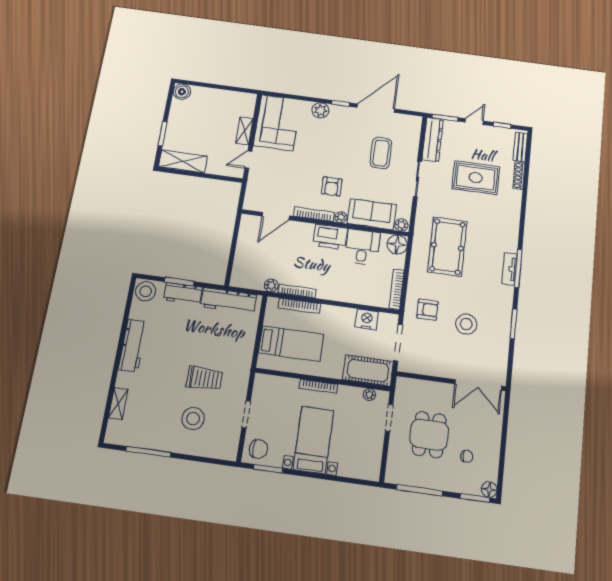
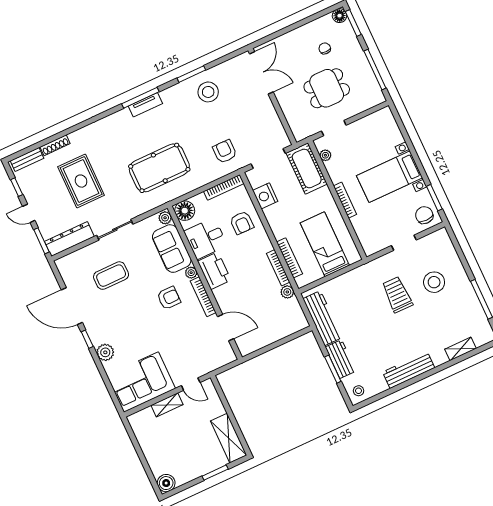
armchair: (356, 285) -> (242, 223), added
stool: (146, 291) -> (359, 391), width x0.53, depth x0.53
stool: (466, 324) -> (208, 92), moved

